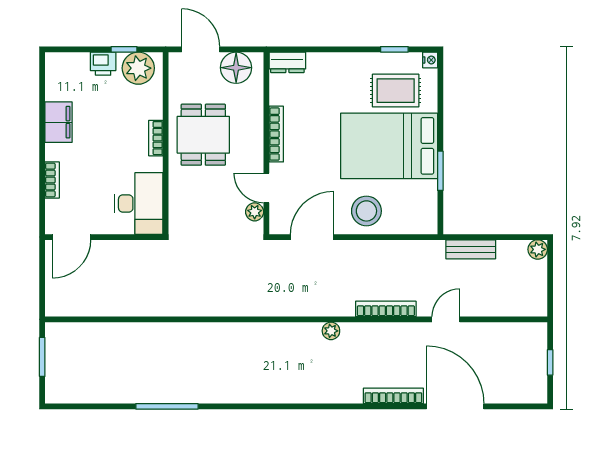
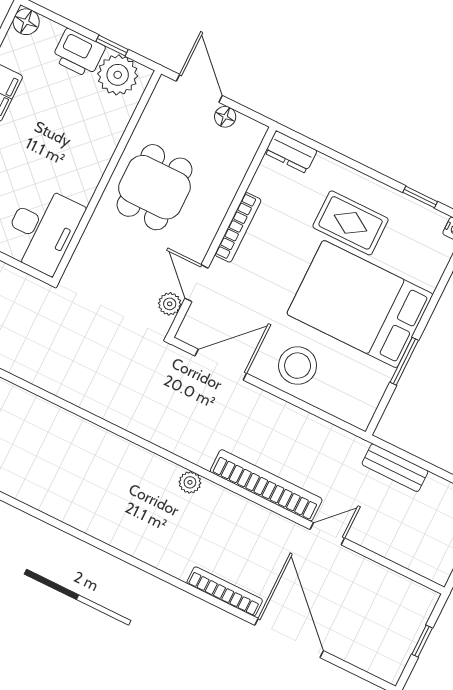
floor lamp: (55, 62) -> (26, 22), added
printer: (103, 64) -> (78, 53), width x1.36, depth x1.24
floor lamp: (236, 68) -> (225, 117), width x0.53, depth x0.53
rug: (396, 91) -> (351, 223), moved
bookcase: (156, 138) -> (98, 164), removed
bookcase: (386, 309) -> (266, 485), width x1.48, depth x1.31

